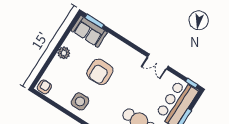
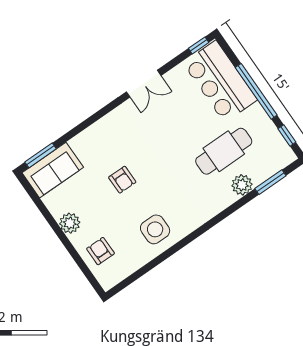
armchair: (100, 72) -> (122, 180), width x0.53, depth x0.53
armchair: (44, 87) -> (101, 251), moved

